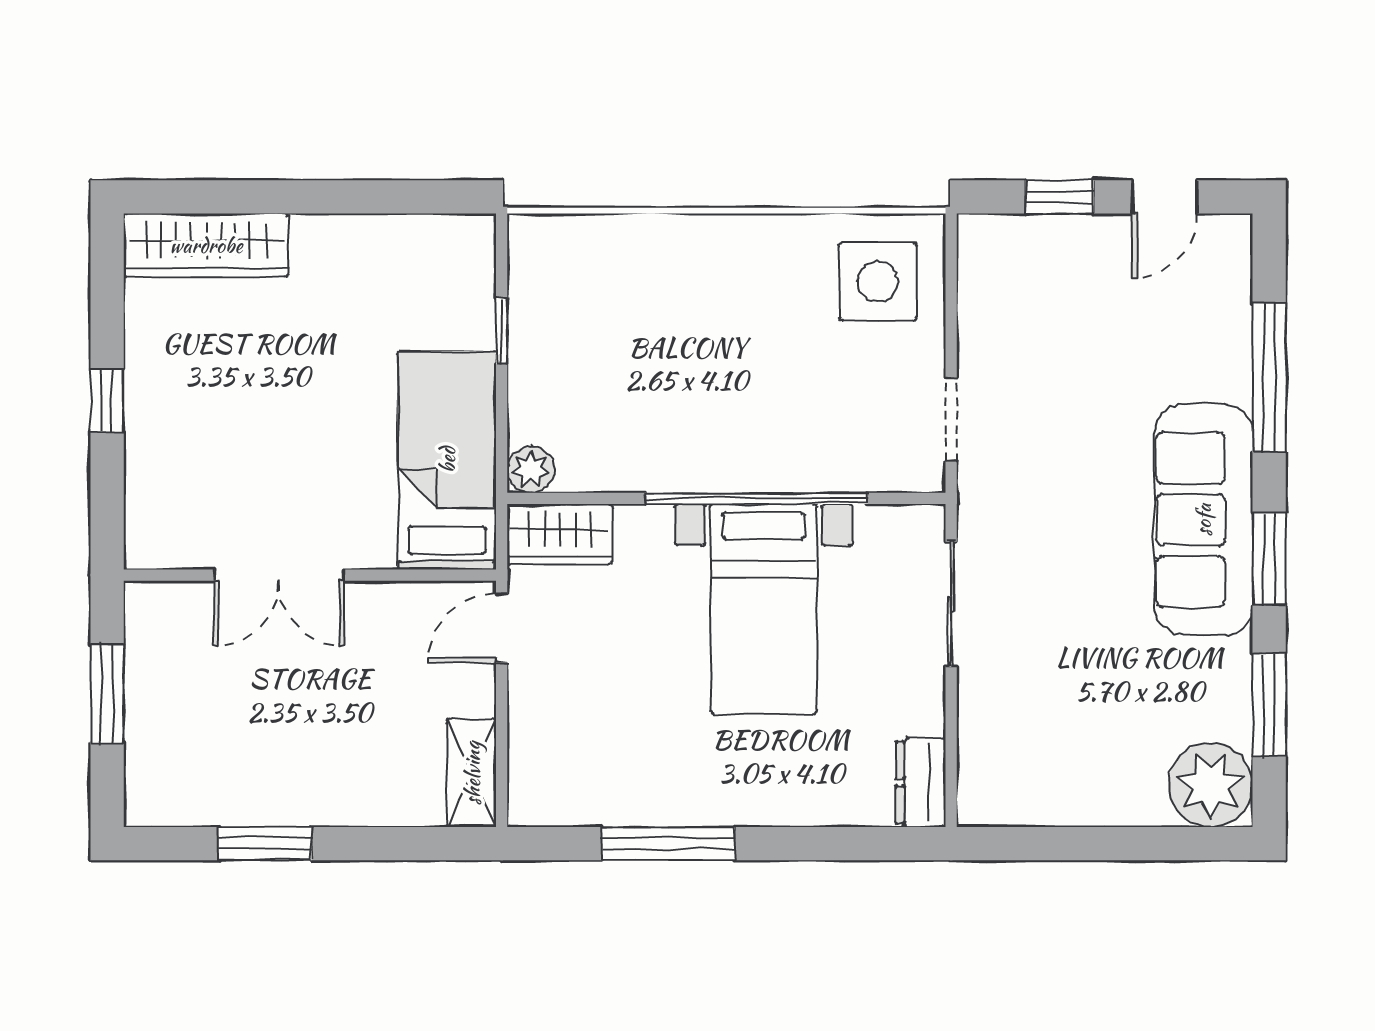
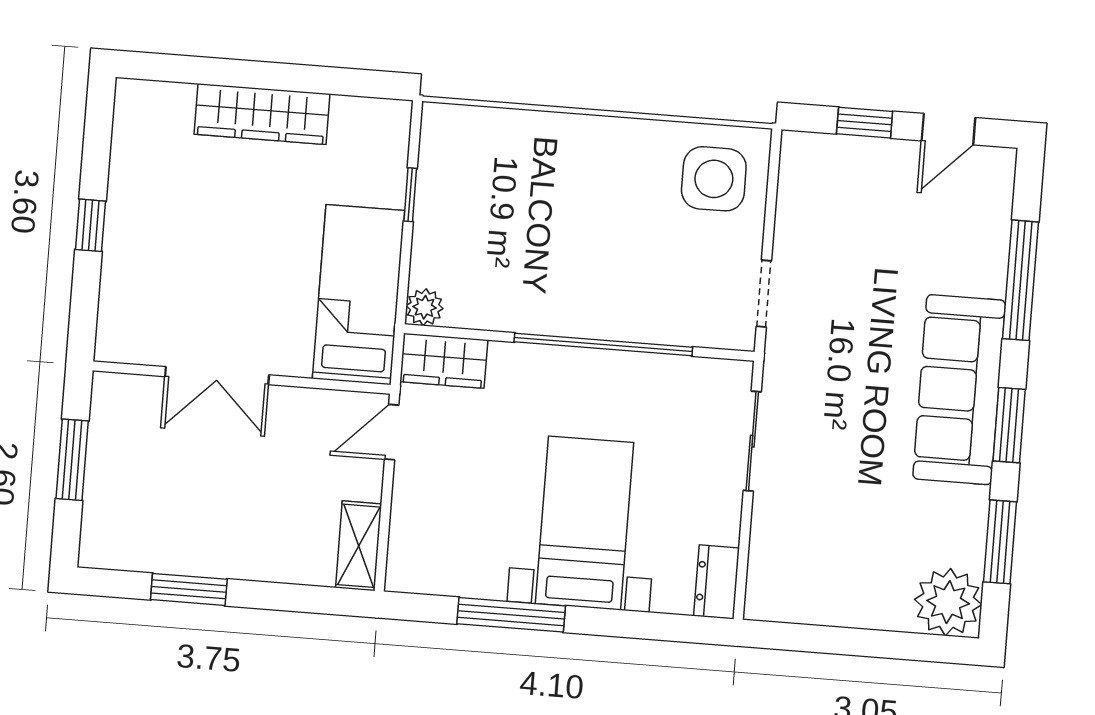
wardrobe: (206, 245) -> (262, 114), moved
bed with nightstands: (764, 609) -> (585, 523), moved, turned 180

